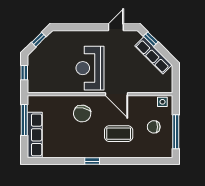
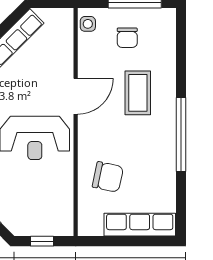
chair: (82, 114) -> (108, 177), moved
window: (24, 120) -> (116, 241), removed
window: (92, 161) -> (181, 135), width x3.17

